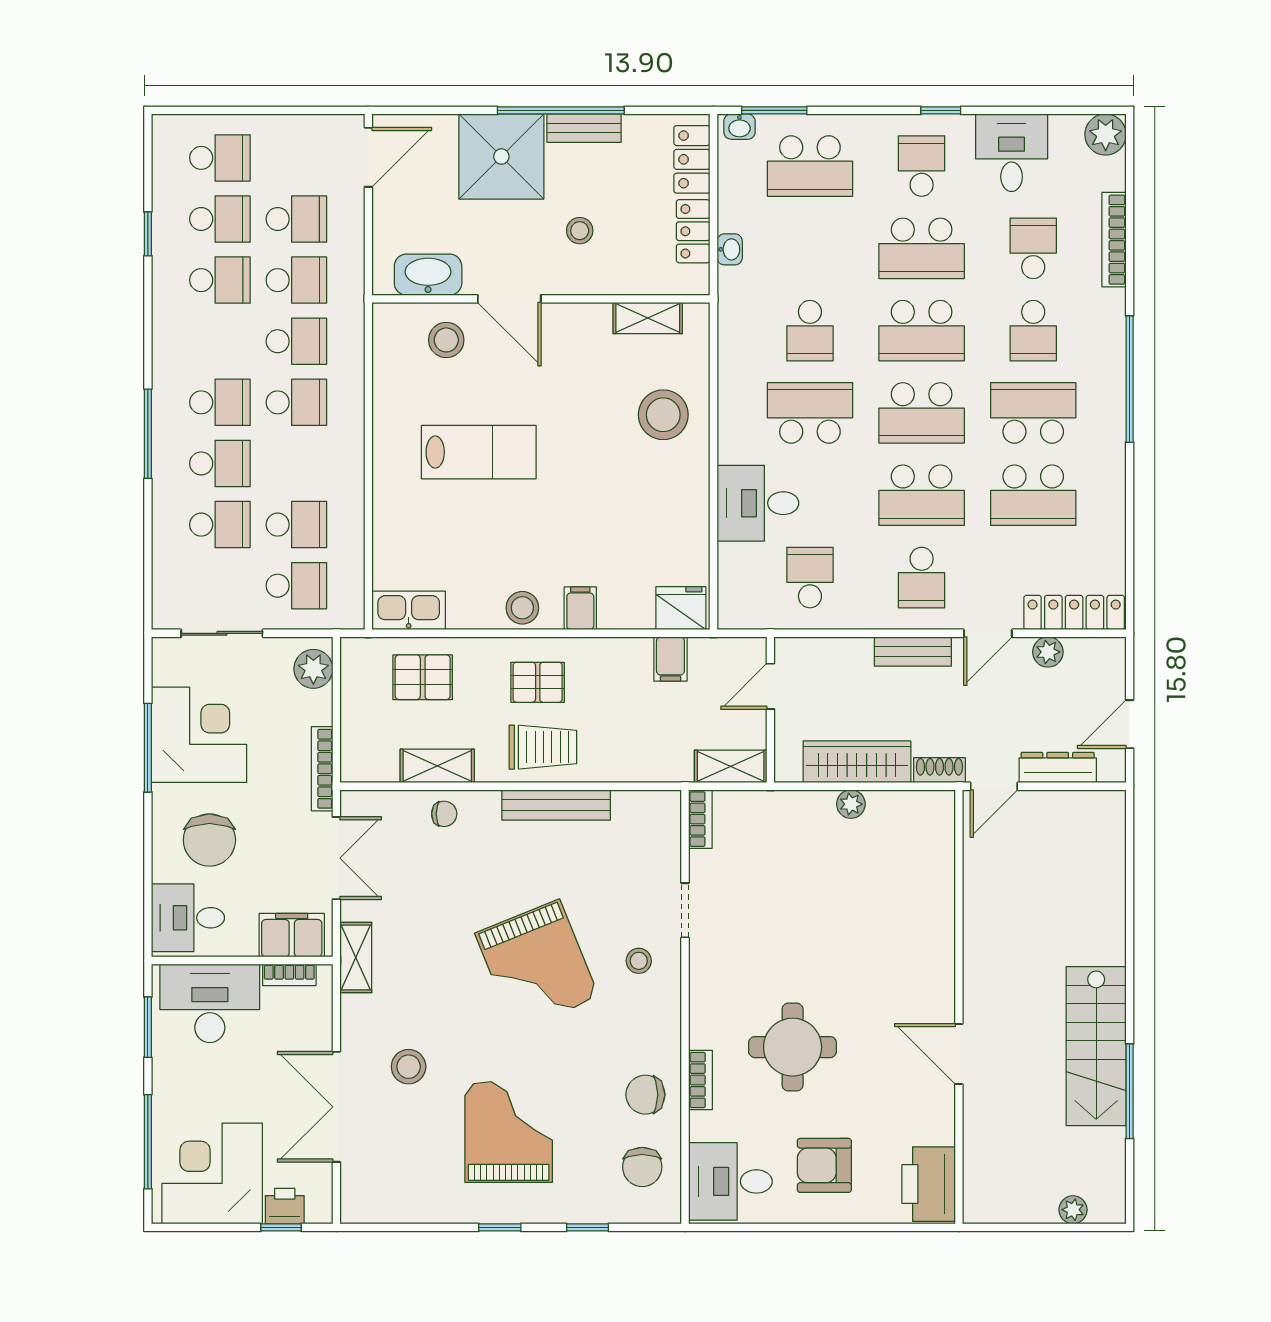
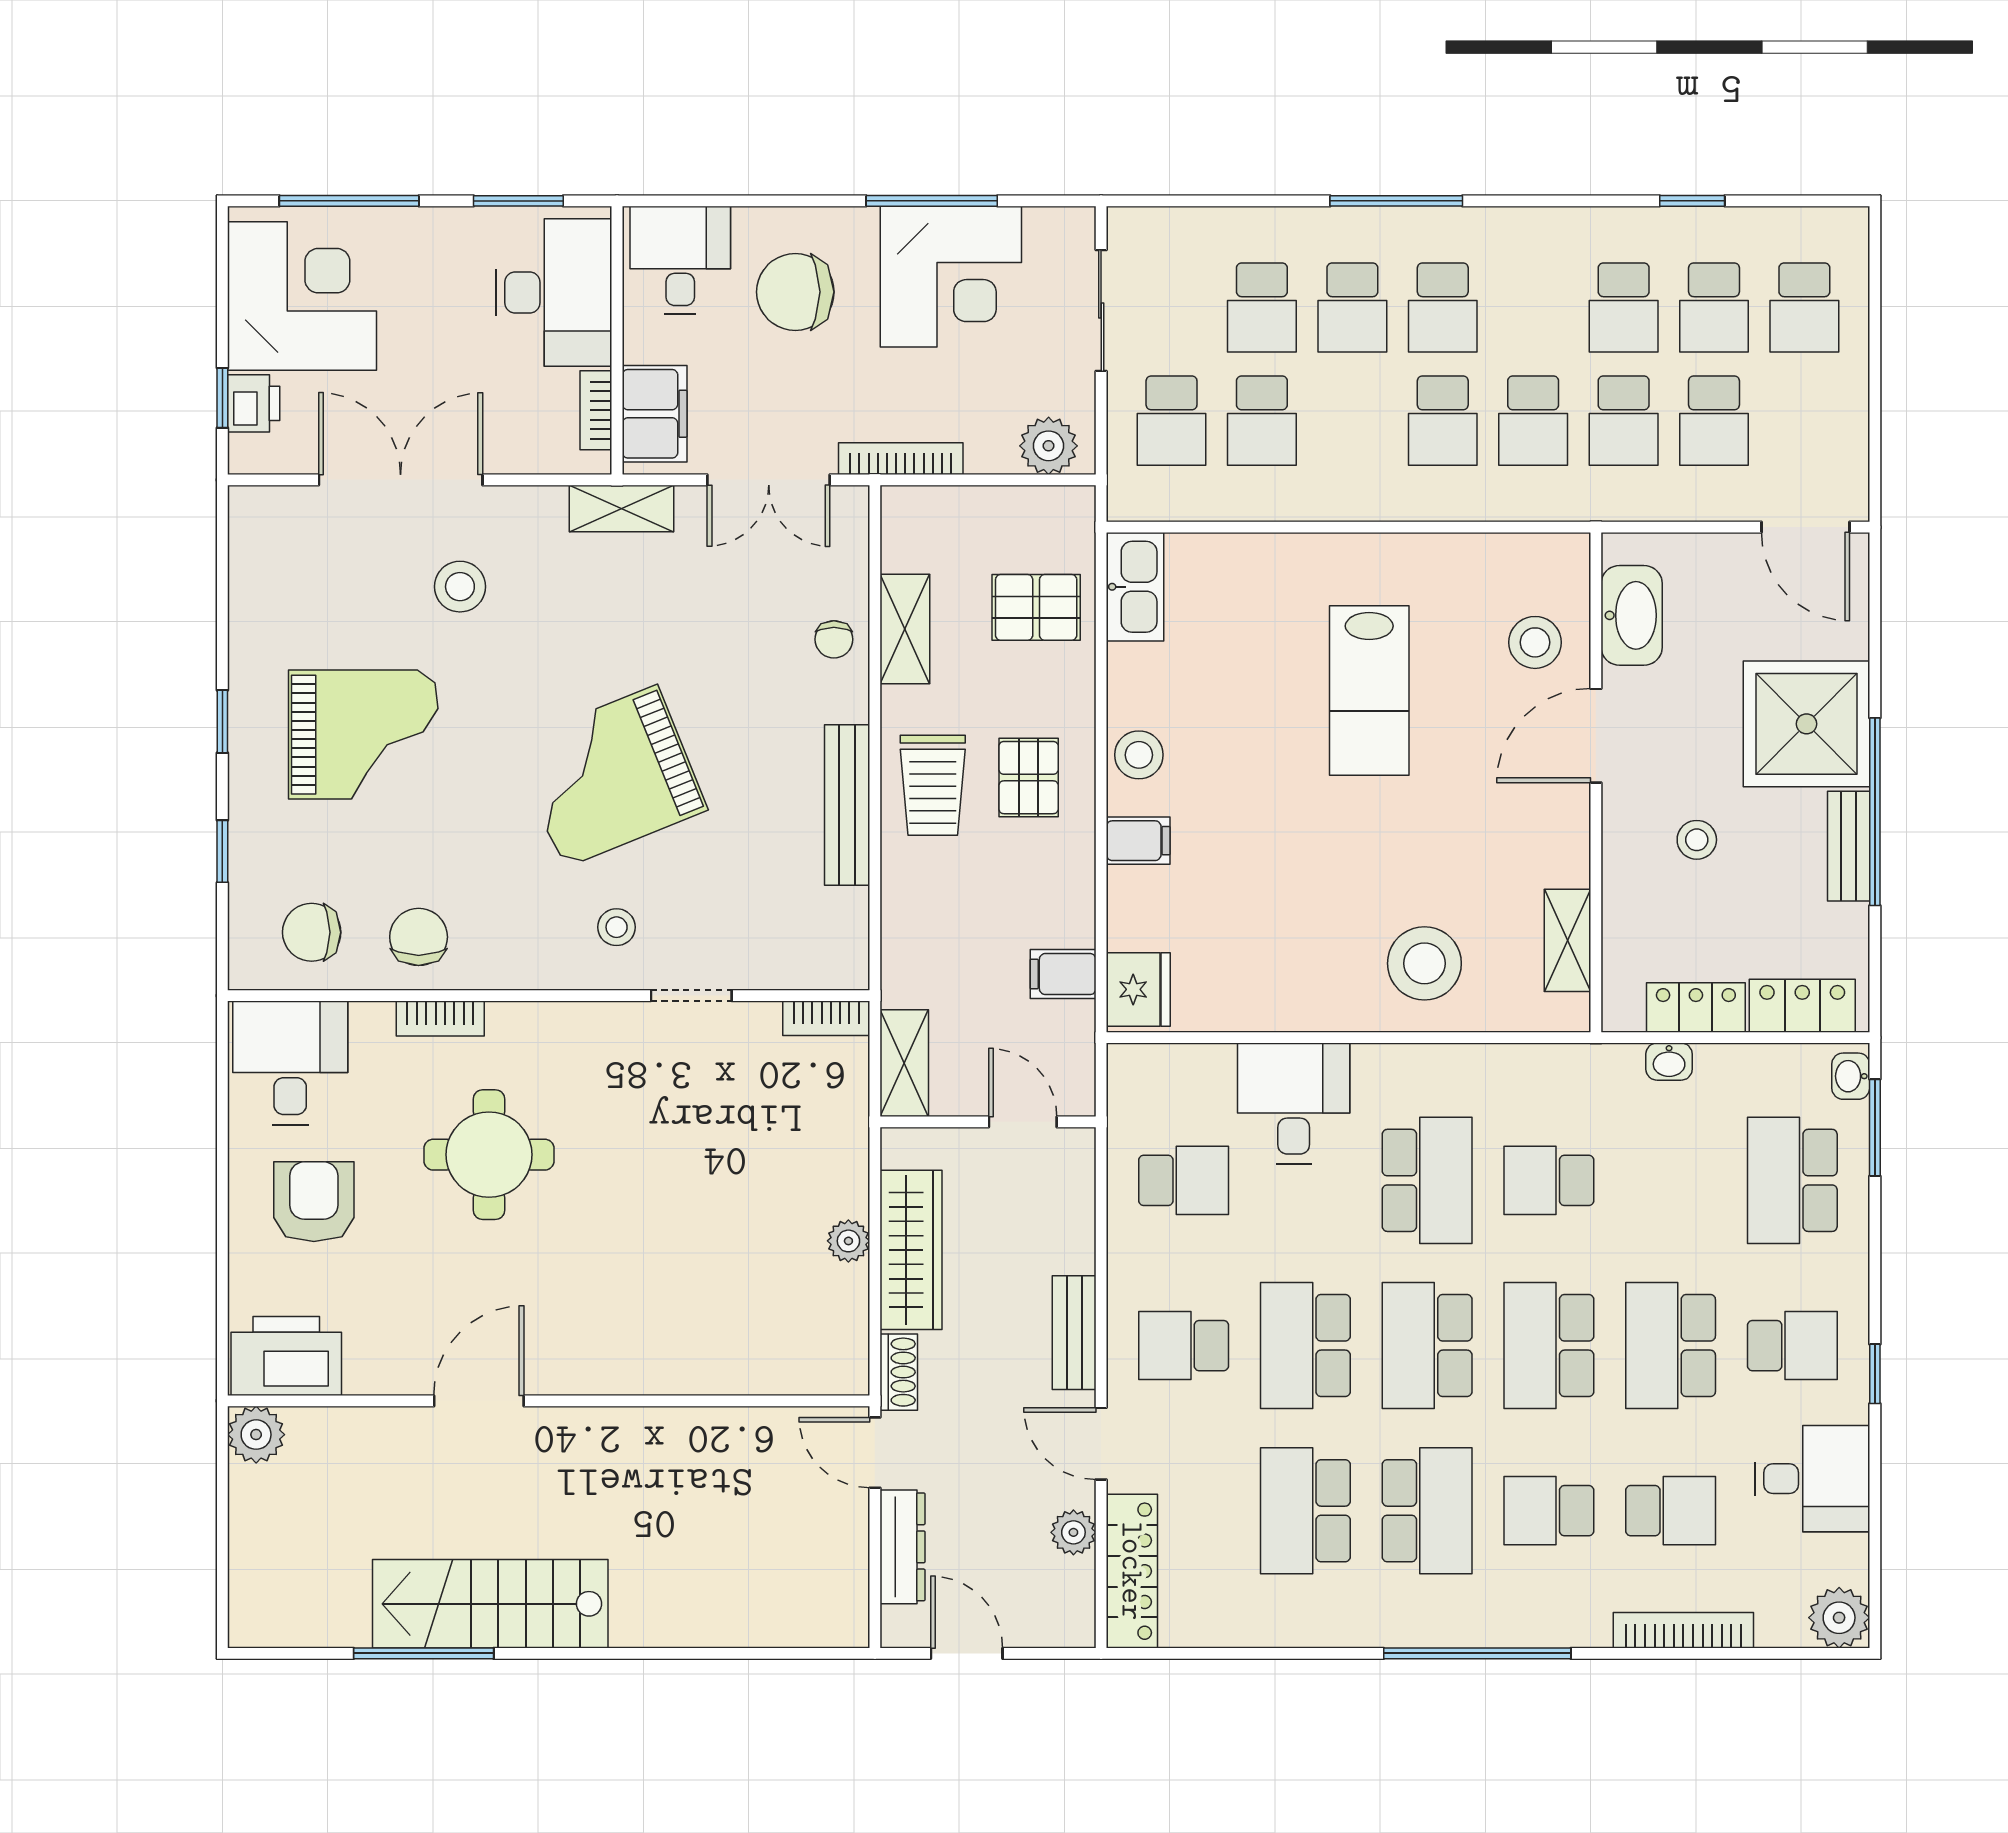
pallet: (423, 677) -> (1036, 607), turned 90
plant: (1073, 1210) -> (256, 1435), moved, width x1.38, depth x1.38

